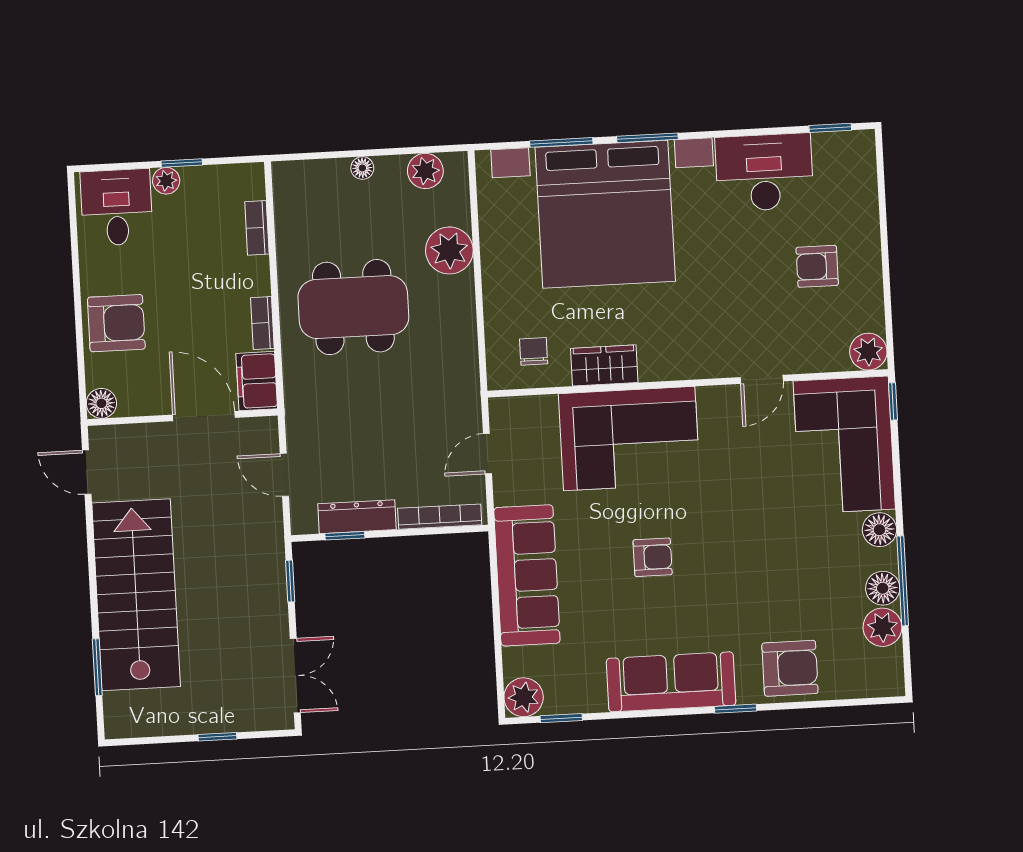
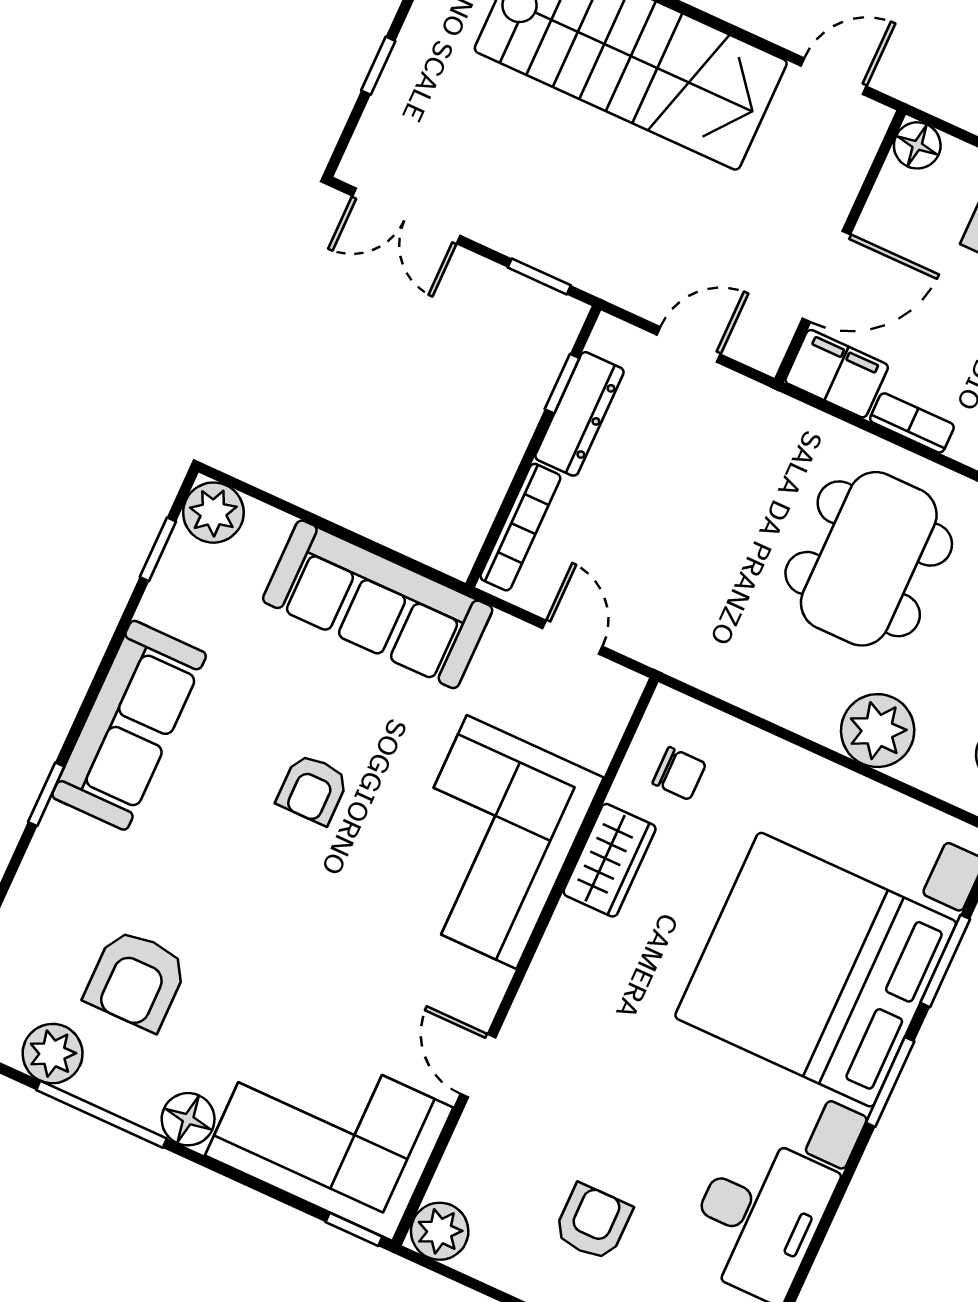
floor lamp: (883, 588) -> (106, 1082), removed
armchair: (790, 668) -> (136, 980), moved

